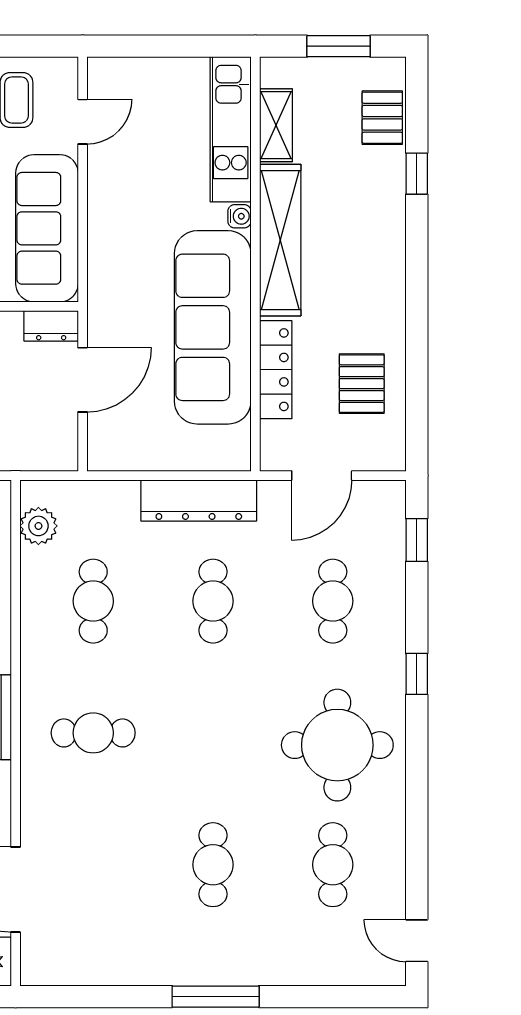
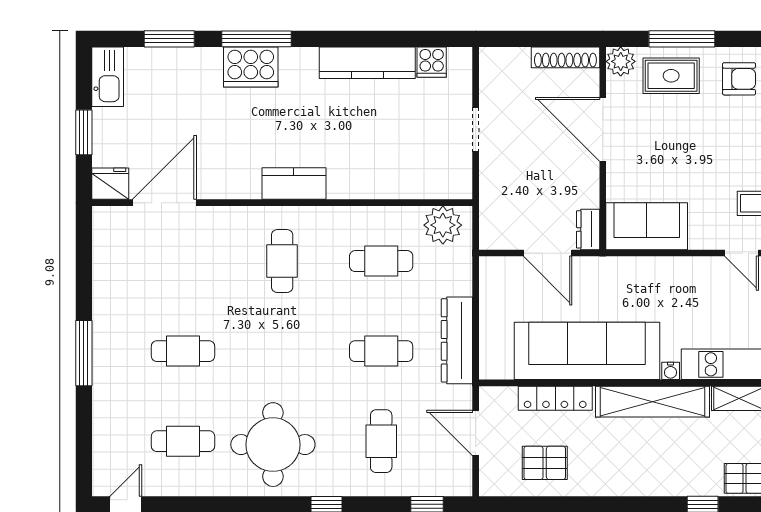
sofa: (47, 228) -> (647, 226), width x0.73
plant: (38, 526) -> (443, 225), width x1.36, depth x1.36
cafe table: (333, 601) -> (381, 441), turned 90

